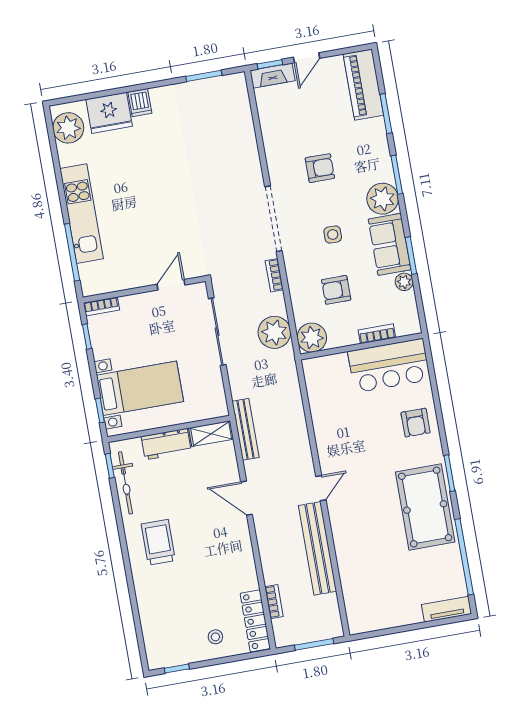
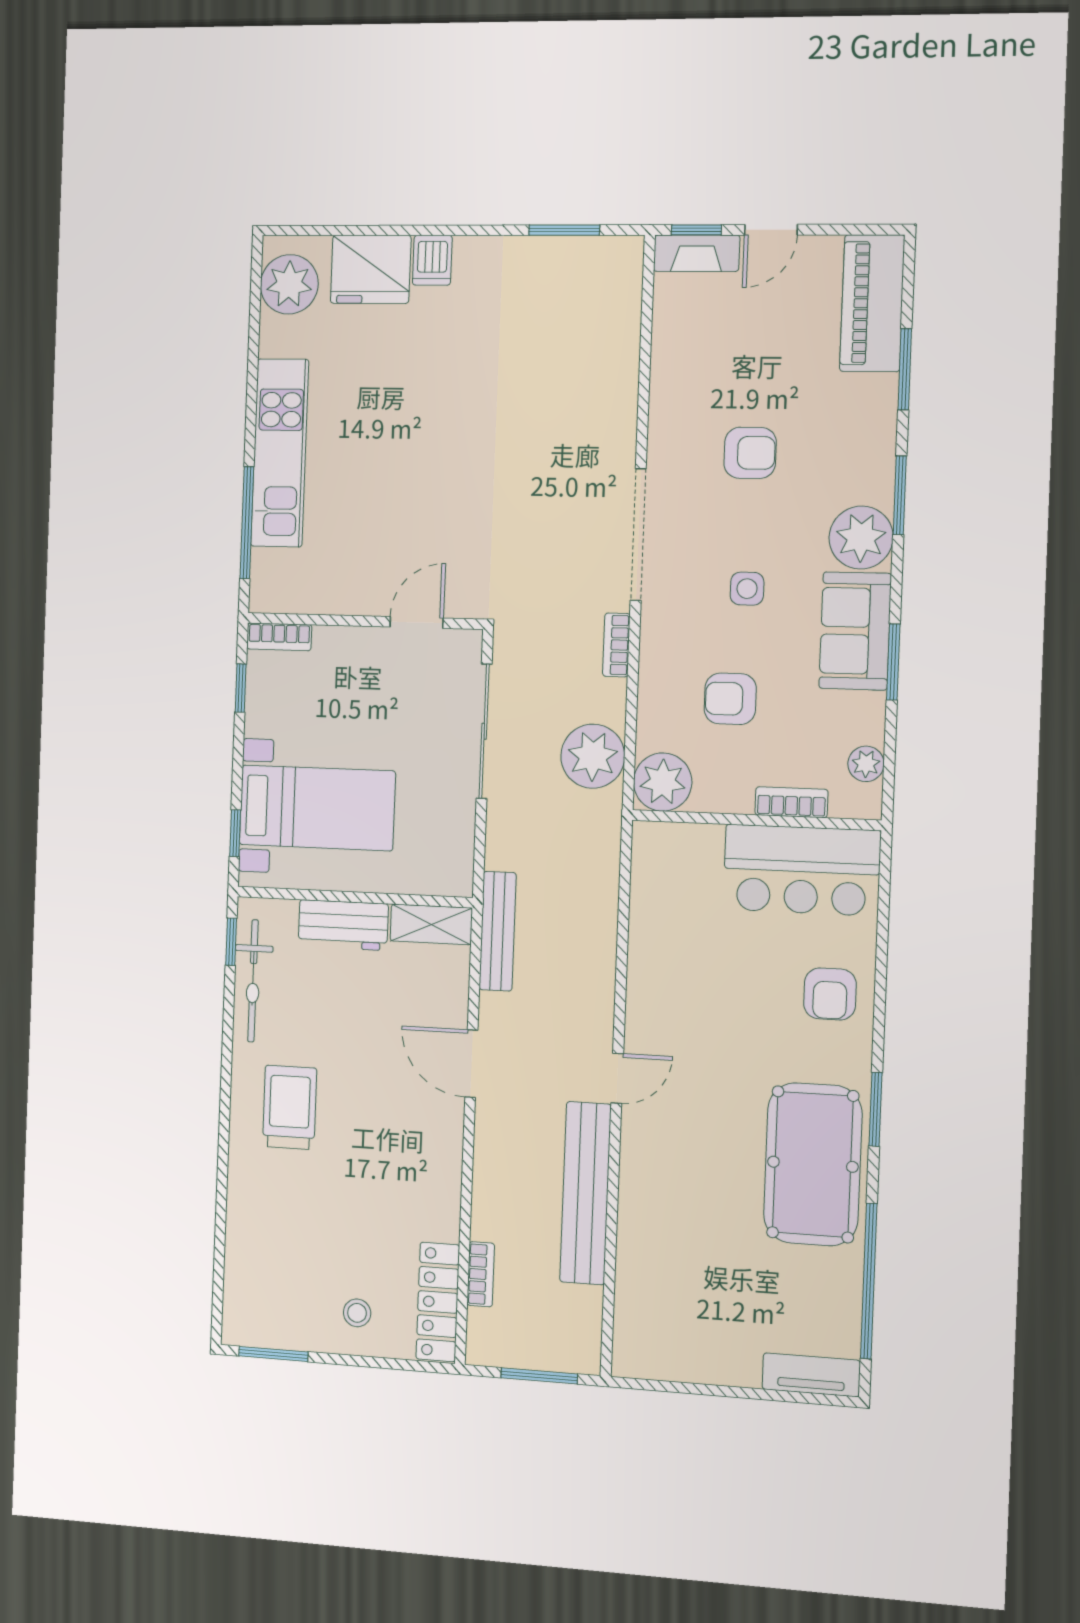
plant: (404, 282) -> (866, 764), moved
window: (177, 669) -> (273, 1354), width x1.50

